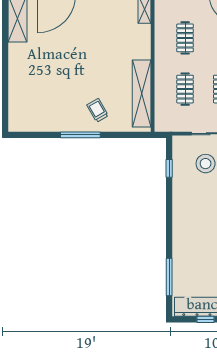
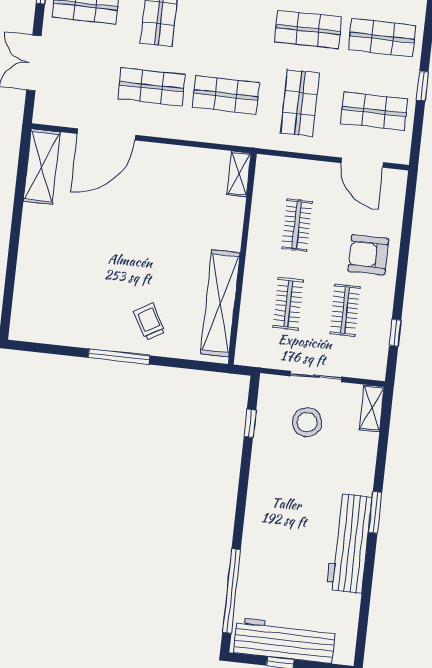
window: (169, 277) -> (231, 591), width x1.46

